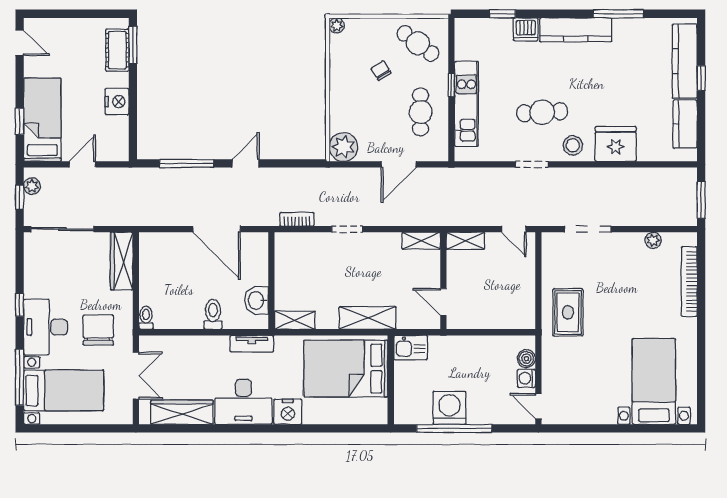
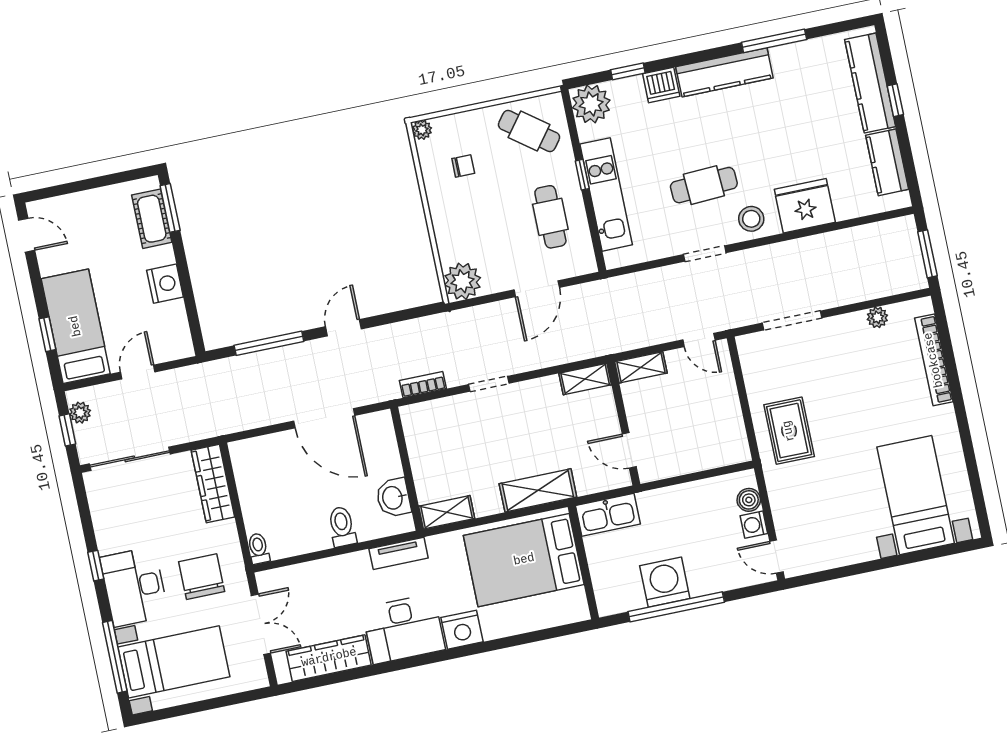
plant: (469, 33) -> (591, 104), added
chair: (381, 71) -> (463, 166), moved, turned 122
kitchen sink: (411, 348) -> (608, 515), width x1.38

